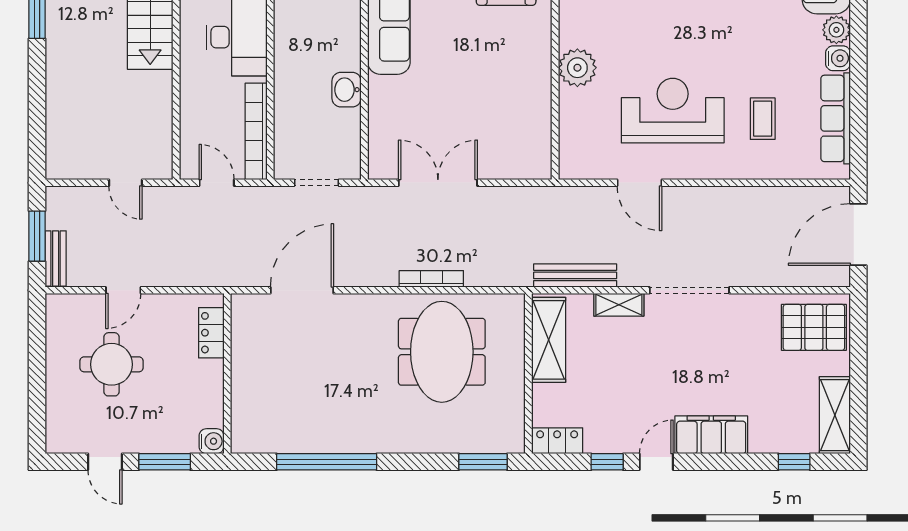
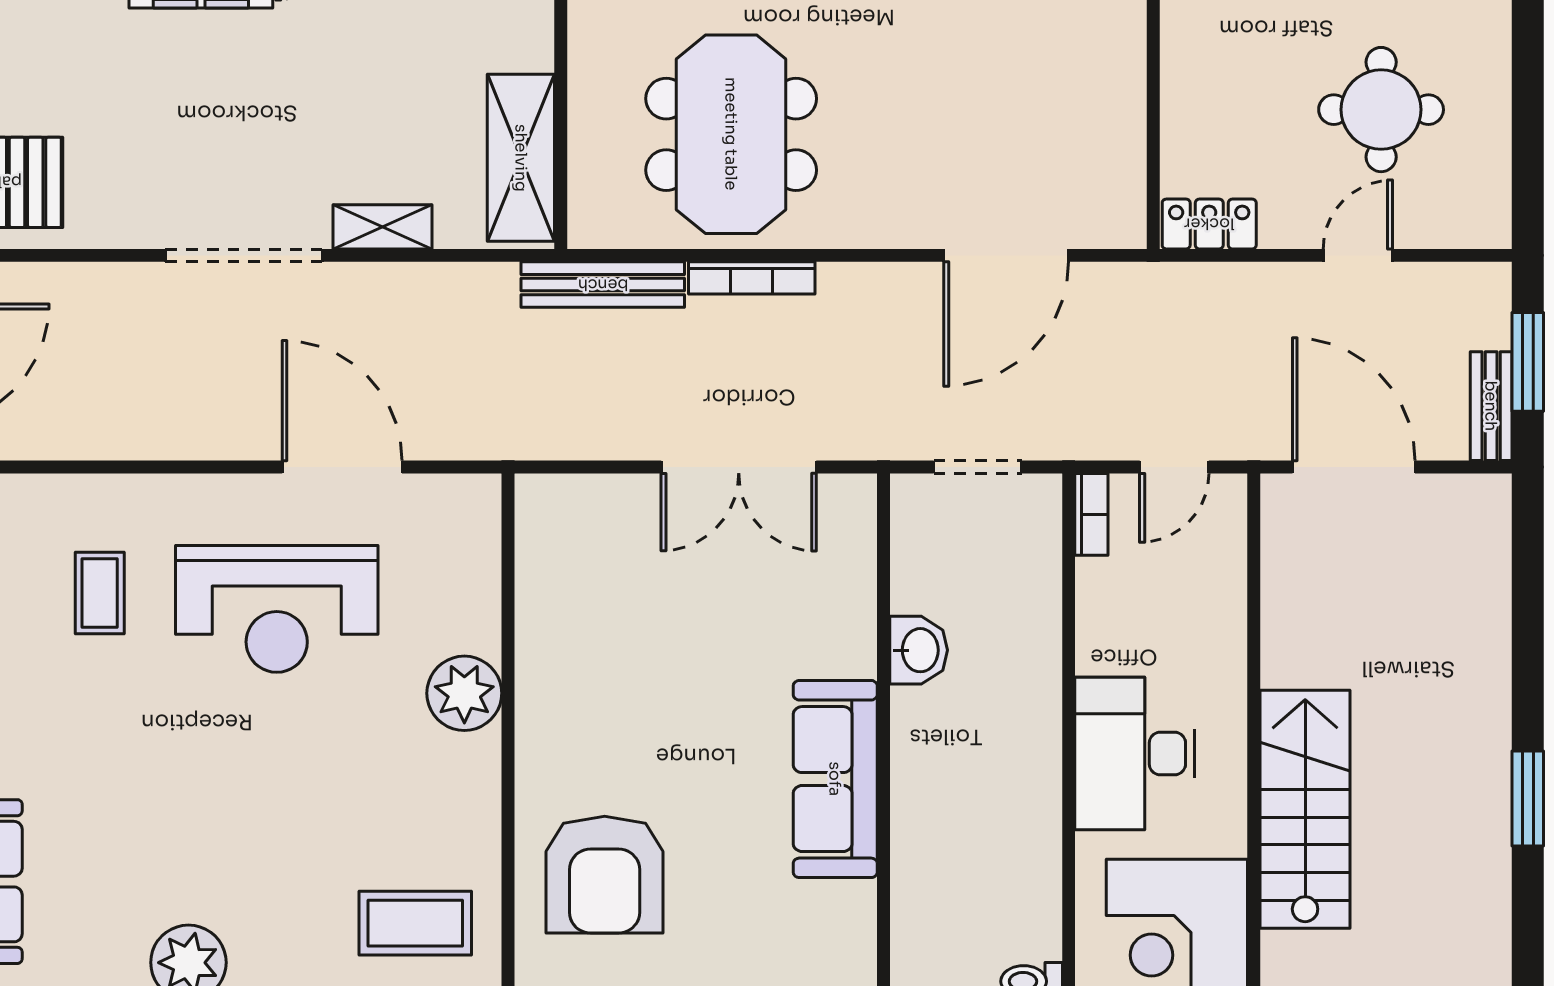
bookcase: (256, 131) -> (1091, 514), width x0.43, depth x0.76
door: (125, 183) -> (1354, 467), width x1.88
door: (217, 183) -> (1174, 467), hinge flipped
door: (639, 183) -> (342, 467), width x1.36
bench: (56, 259) -> (1491, 406), moved
bench: (575, 275) -> (603, 285), moved
locker: (211, 333) -> (1209, 224), moved, turned -90

